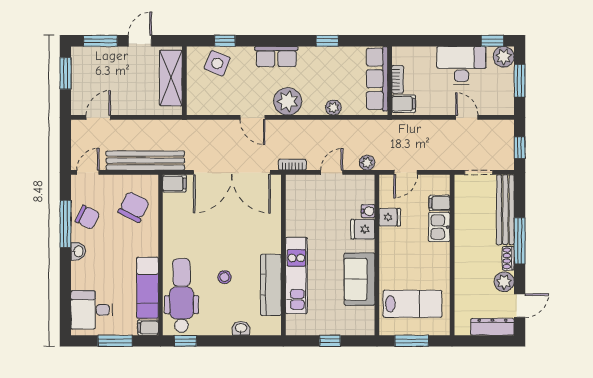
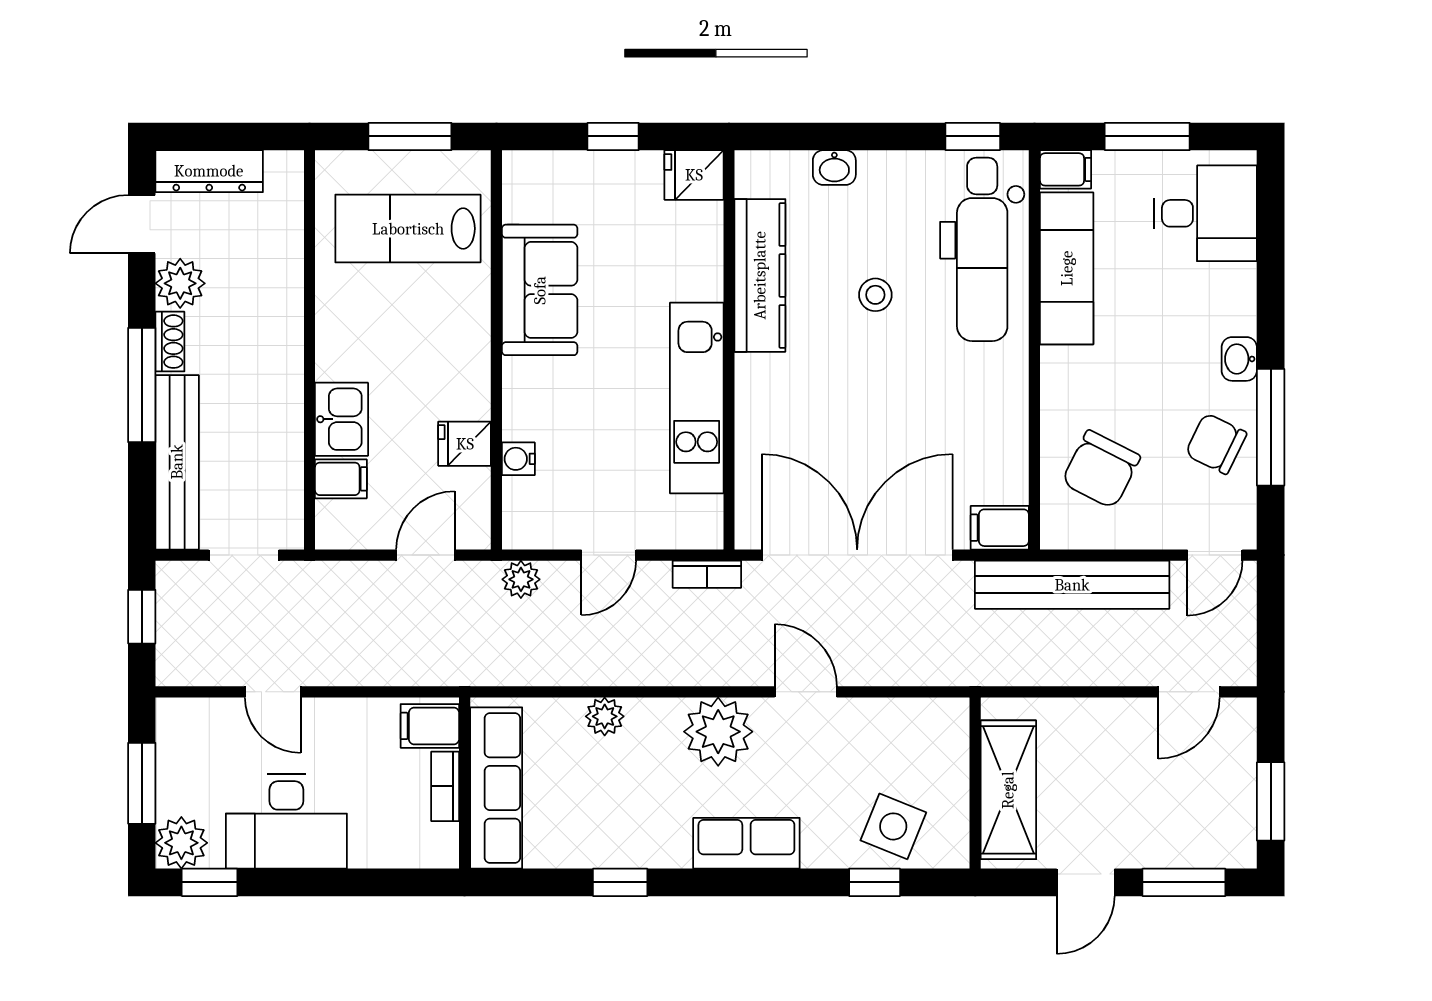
fridge: (363, 229) -> (694, 175), moved, turned 180
kitchen unit: (296, 276) -> (697, 398), moved

